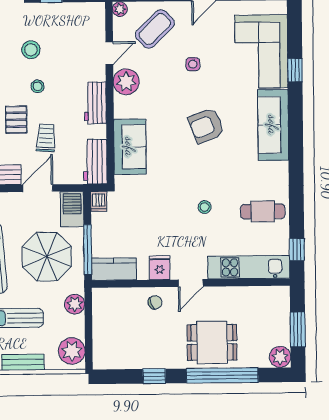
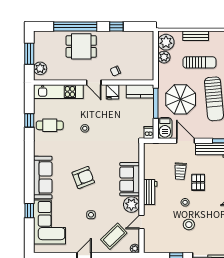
sofa: (130, 147) -> (130, 179), moved
workbench: (95, 162) -> (151, 156), removed
door: (38, 188) -> (186, 141), swing flipped
window: (297, 250) -> (29, 120), moved
door: (191, 283) -> (94, 82), swing flipped
plant: (75, 304) -> (164, 57), moved
plant: (280, 357) -> (40, 68), moved

